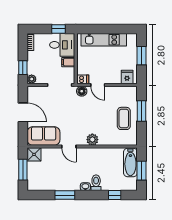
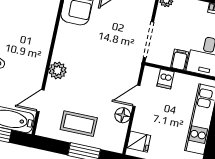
dishwasher: (83, 79) -> (166, 79), moved
floor lamp: (82, 91) -> (123, 115), moved
door: (69, 147) -> (40, 101), moved

